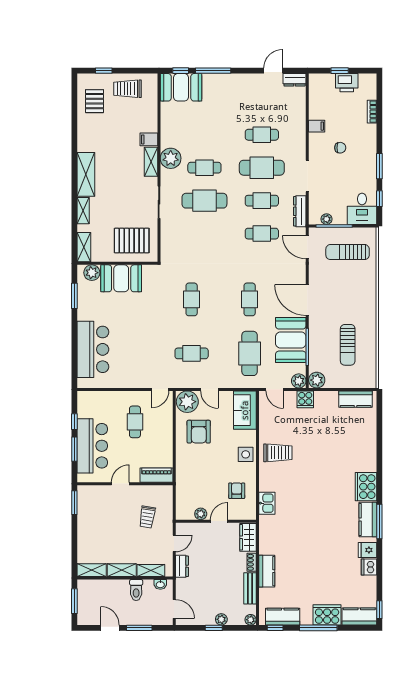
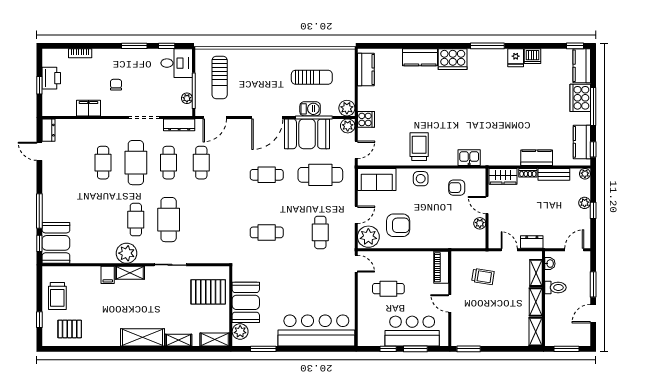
filing cabinet: (317, 126) -> (89, 108), width x2.00
pallet: (132, 241) -> (208, 292), turned 90
barbecue: (316, 343) -> (310, 109), added
bar counter: (93, 349) -> (316, 330), width x1.36
kitchen counter: (368, 520) -> (420, 57), moved

